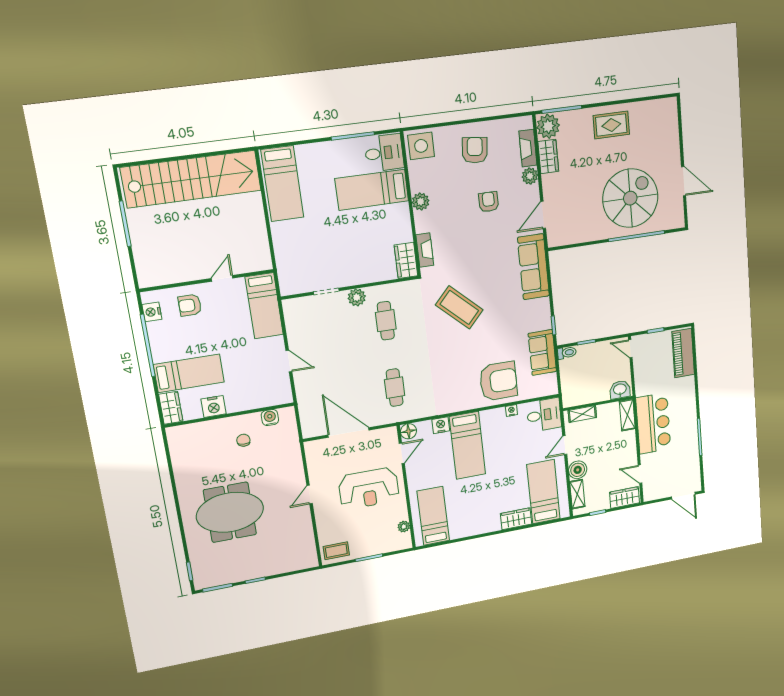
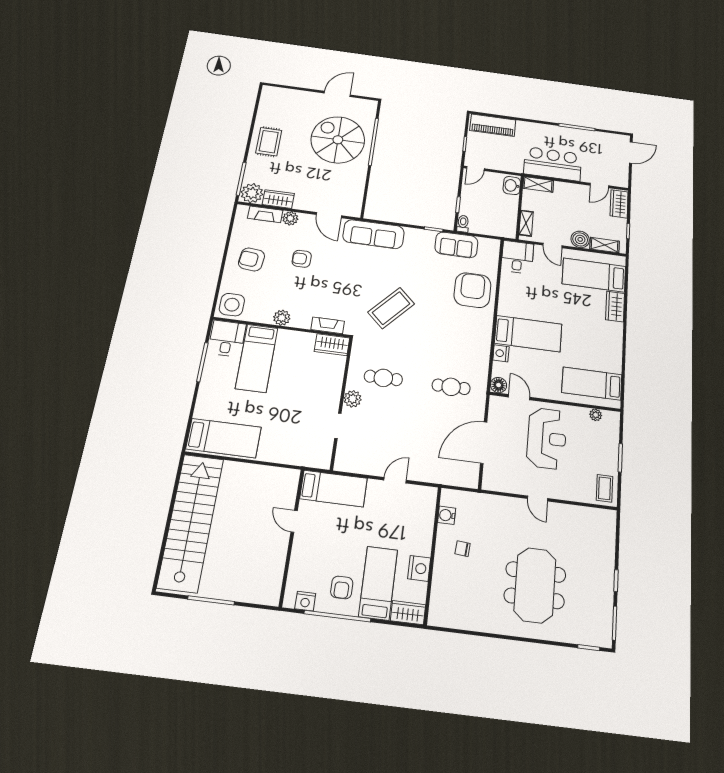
armchair: (190, 305) -> (342, 587), moved
nightstand: (511, 411) -> (505, 285), removed

